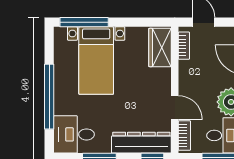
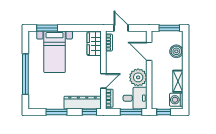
window: (84, 22) -> (47, 28), width x0.69
door: (175, 108) -> (103, 81), hinge flipped
desk: (74, 134) -> (41, 98), removed

